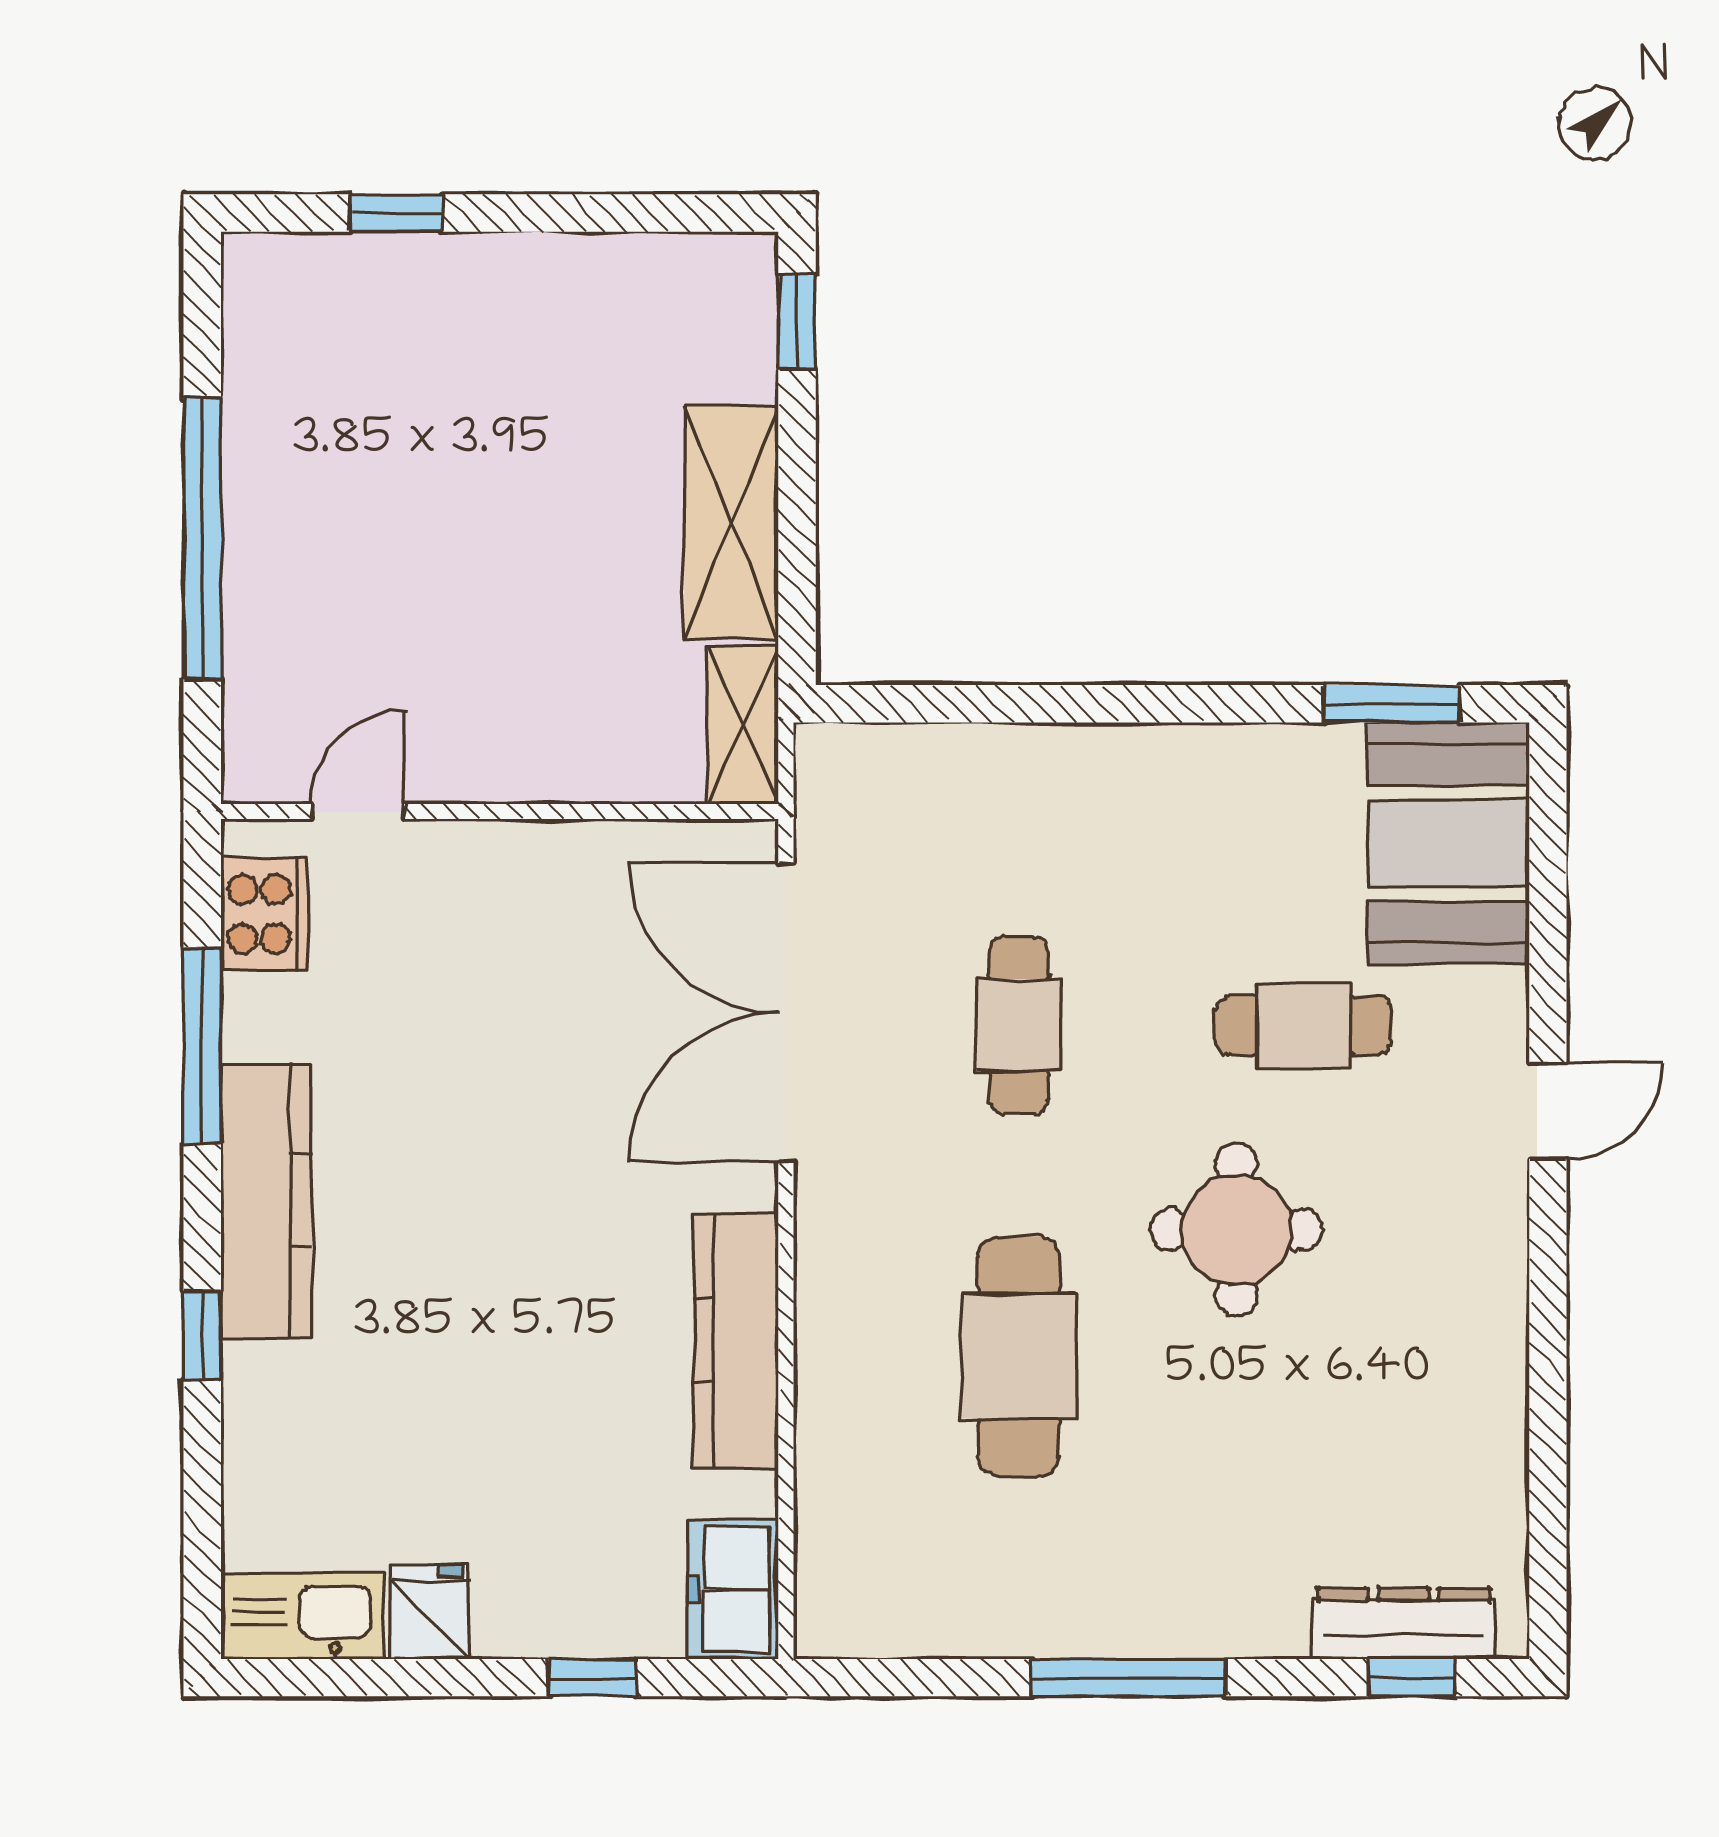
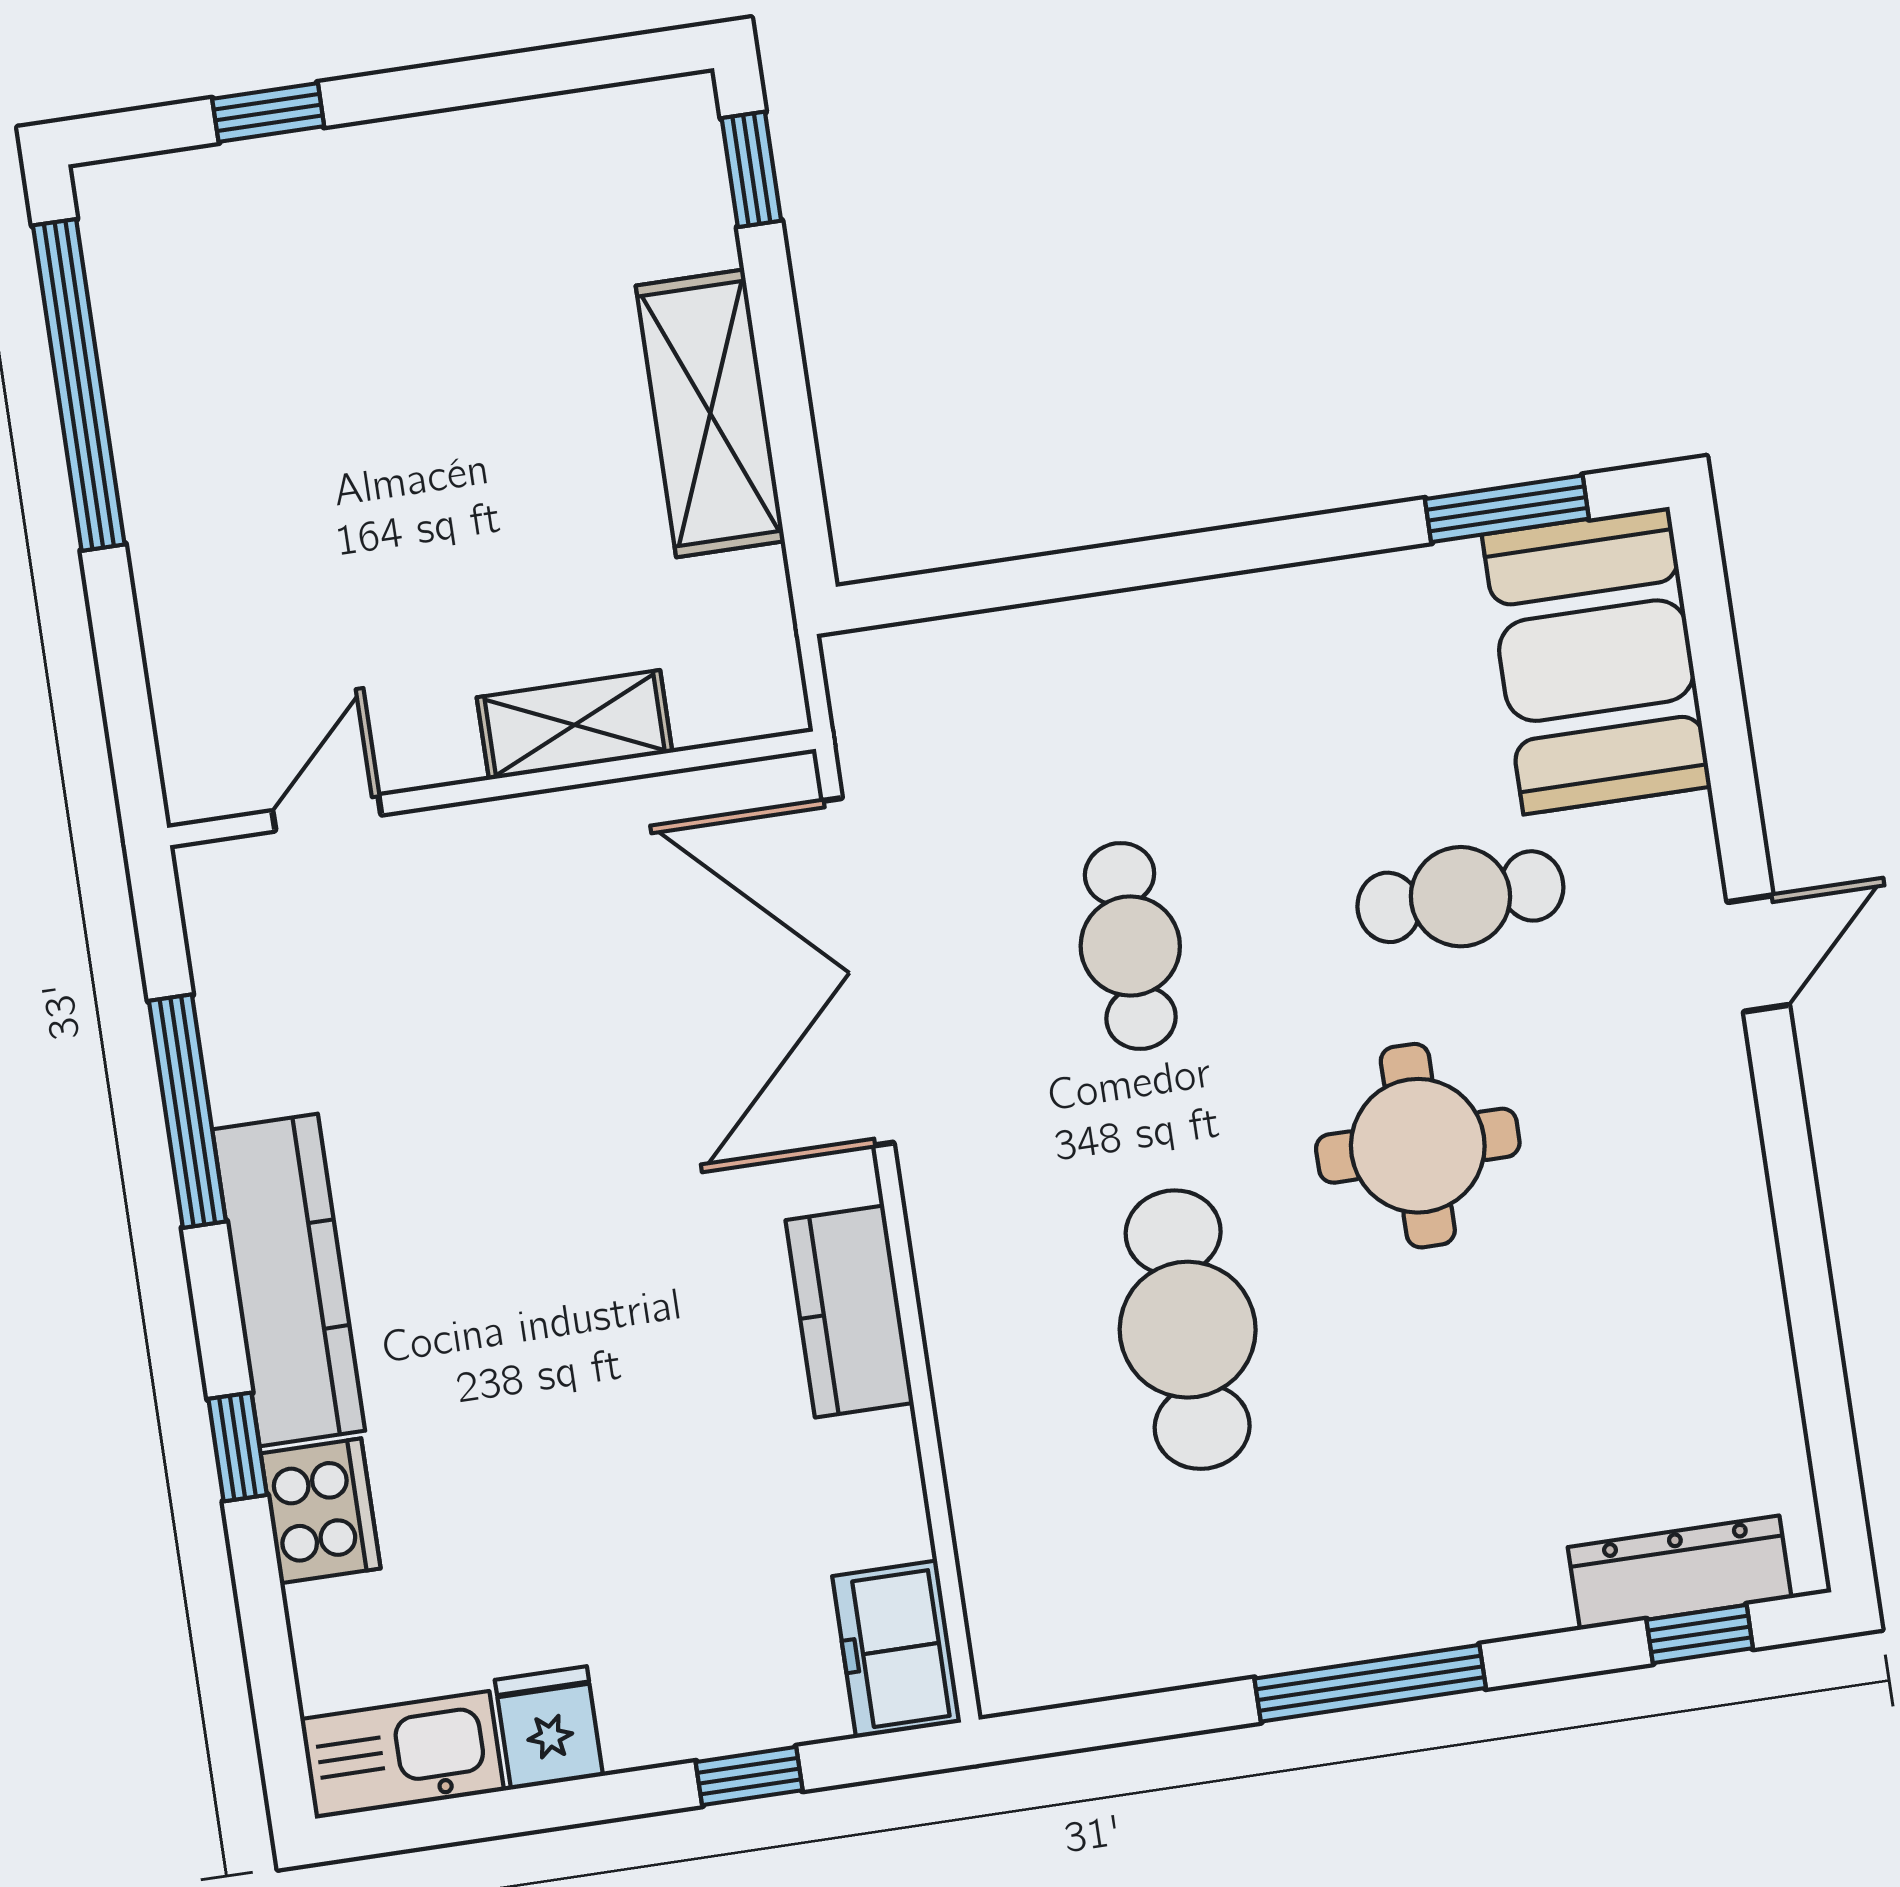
window: (202, 538) -> (79, 385), moved
shelving: (743, 725) -> (575, 725), moved, turned 90
cooker: (264, 914) -> (321, 1511), moved
kitchen counter: (736, 1341) -> (850, 1312), width x0.67

